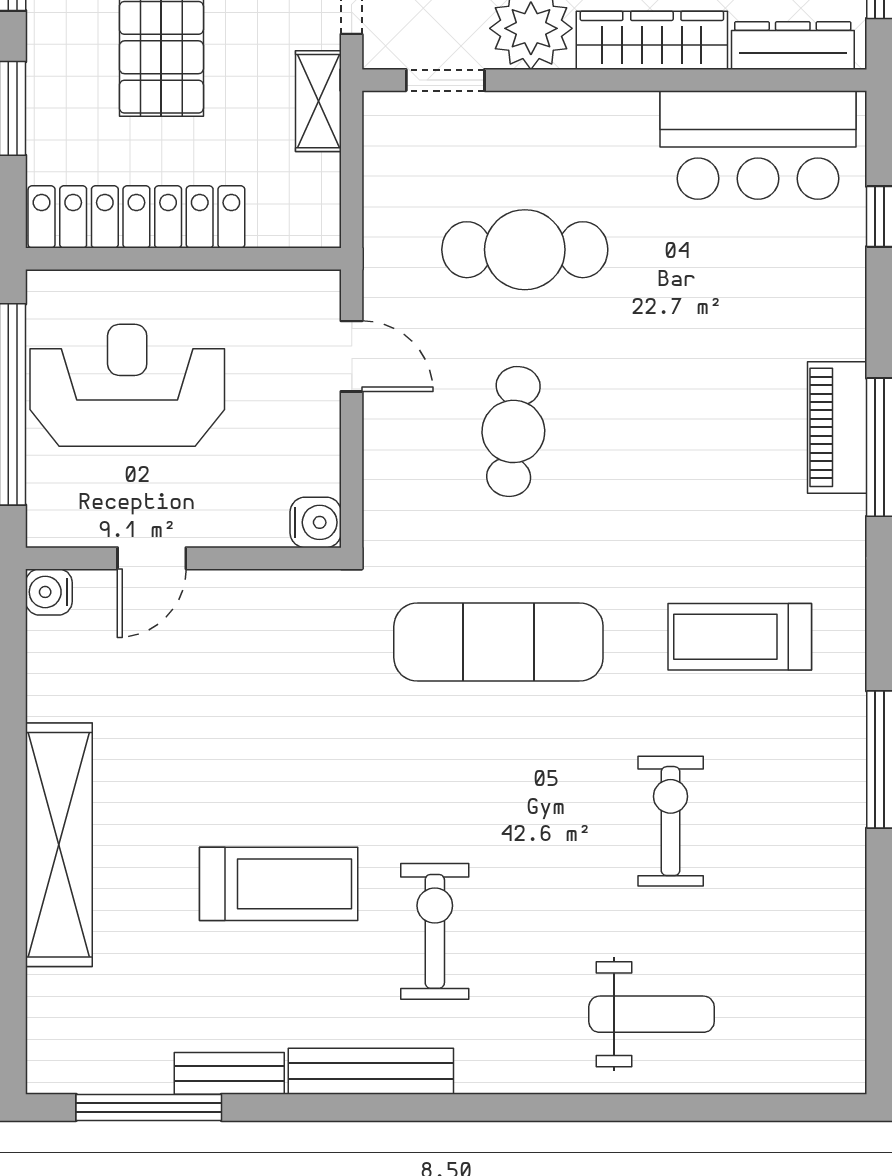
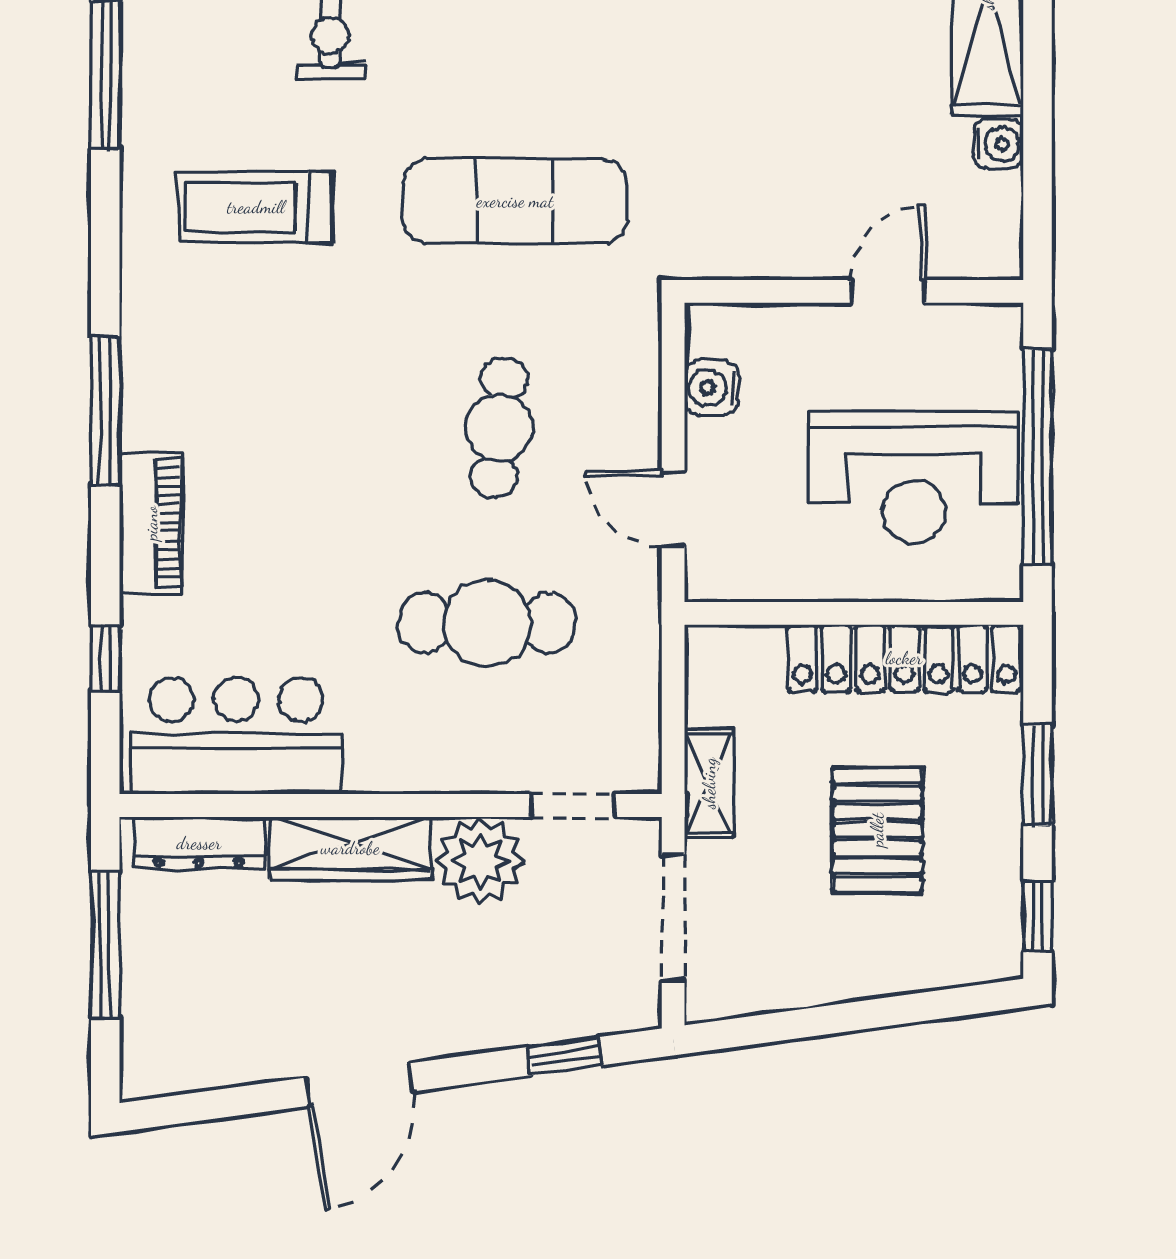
piano: (837, 427) -> (151, 523), moved
water cooler: (316, 522) -> (712, 388), moved
water cooler: (49, 592) -> (998, 144), moved
treadmill: (740, 637) -> (256, 207), turned 180

